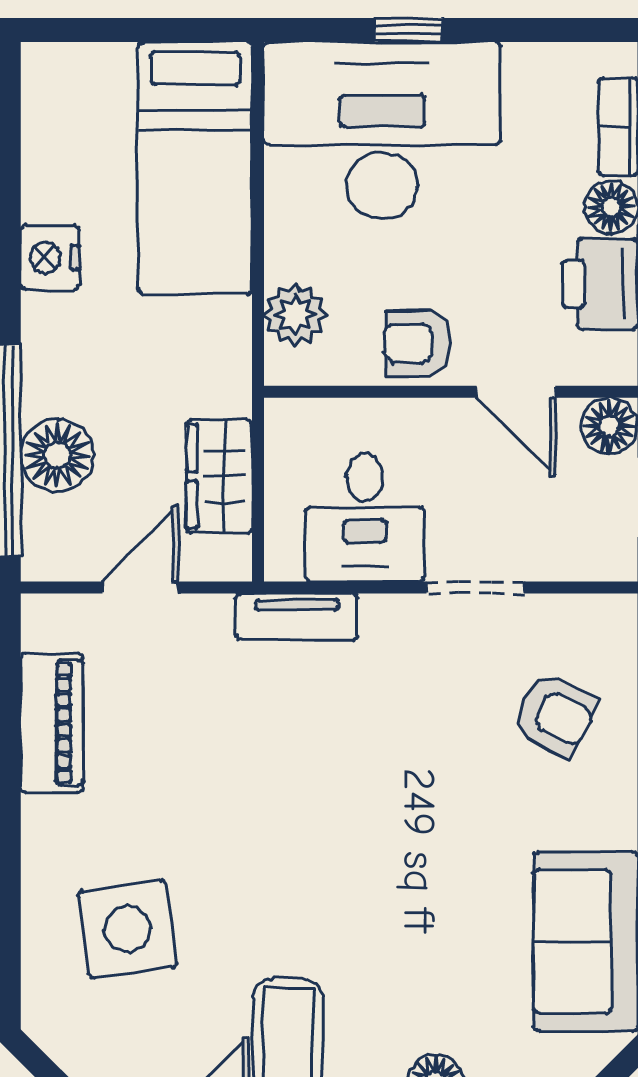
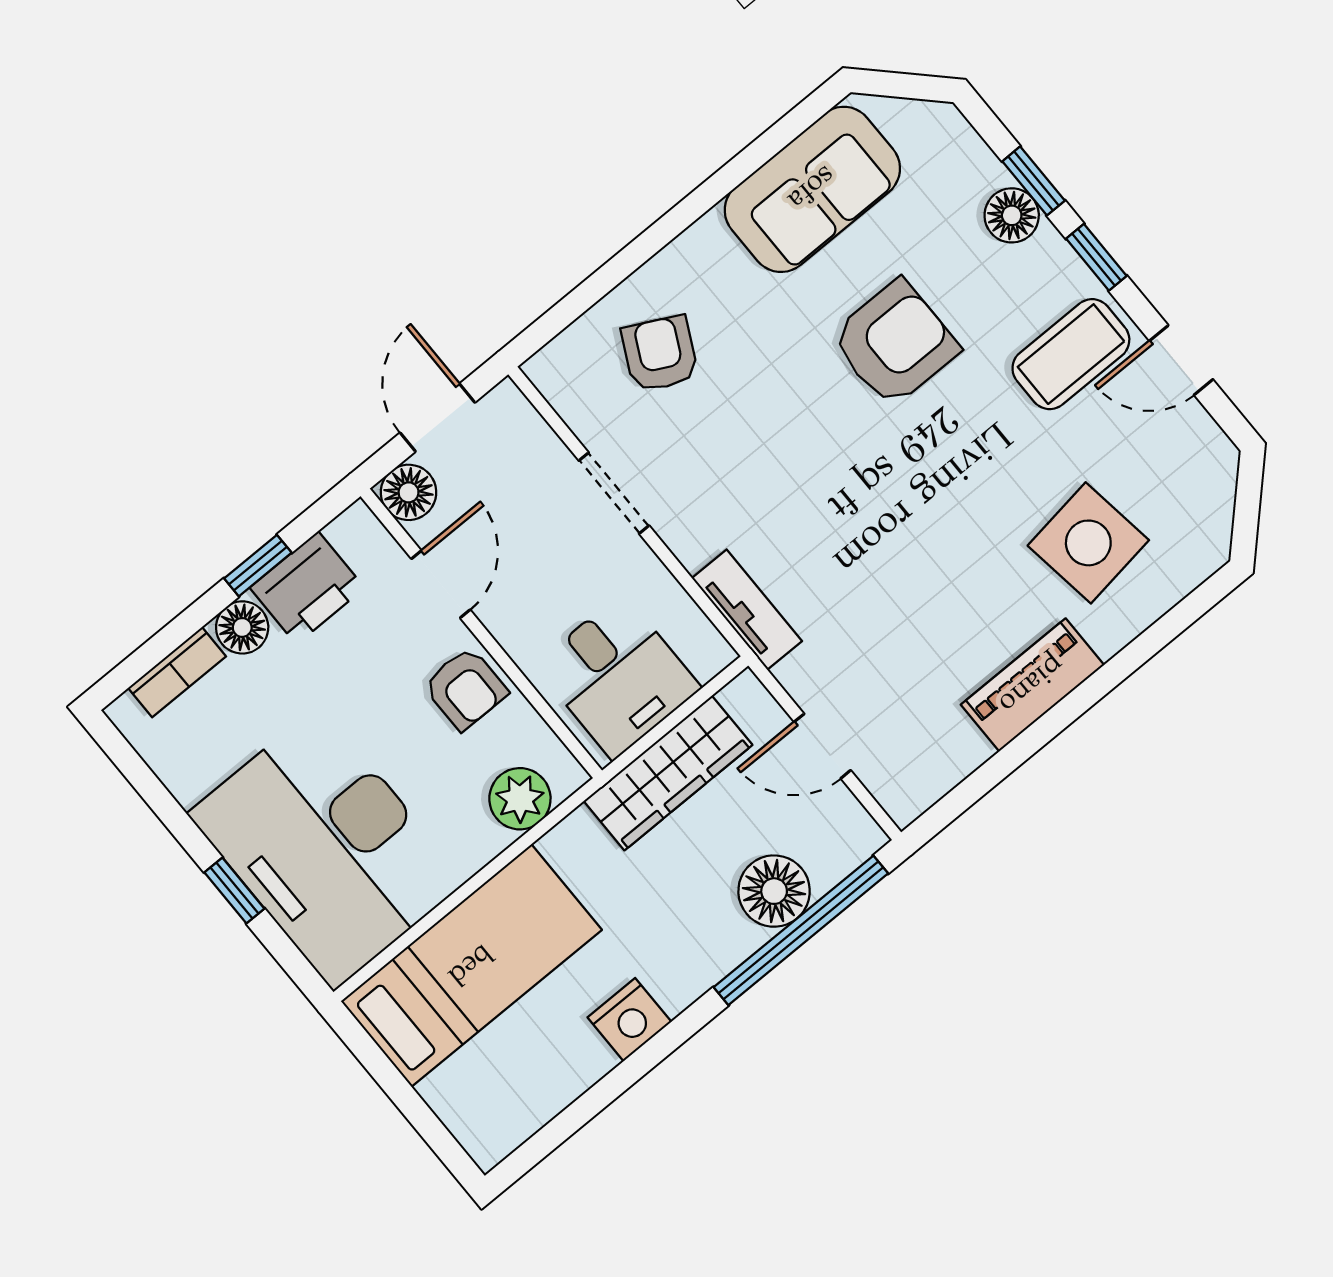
wardrobe: (219, 477) -> (668, 773), width x1.50
desk: (365, 517) -> (618, 676), moved, turned 90
piano: (52, 723) -> (1032, 685), moved
armchair: (411, 907) -> (895, 343), added

